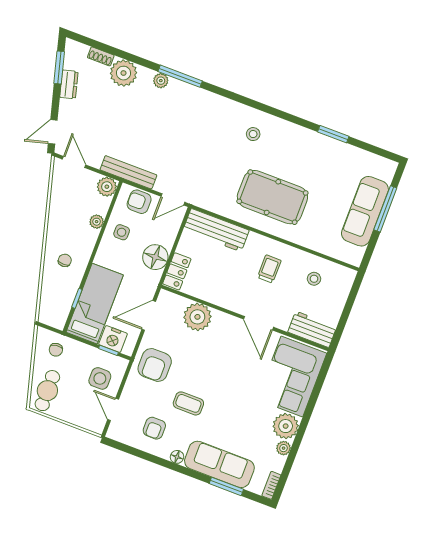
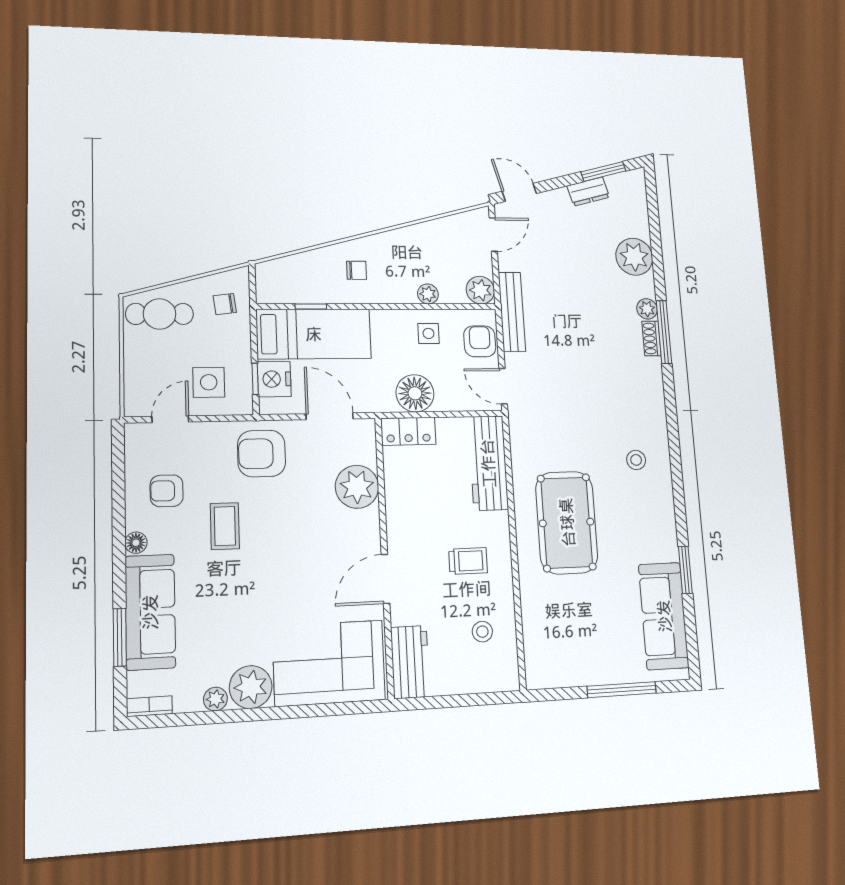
shoe rack: (101, 56) -> (652, 338), moved
sofa: (365, 211) -> (664, 616), moved, turned -90

